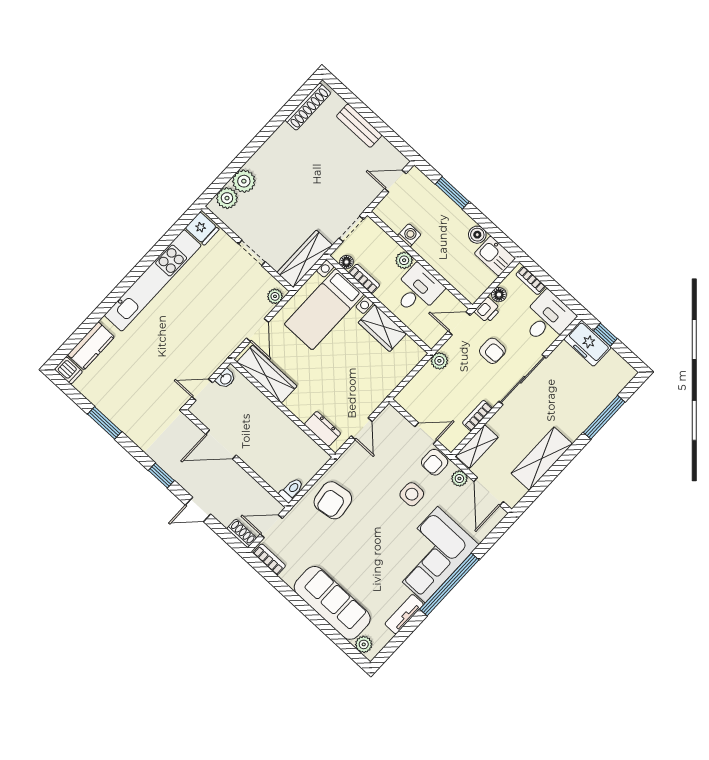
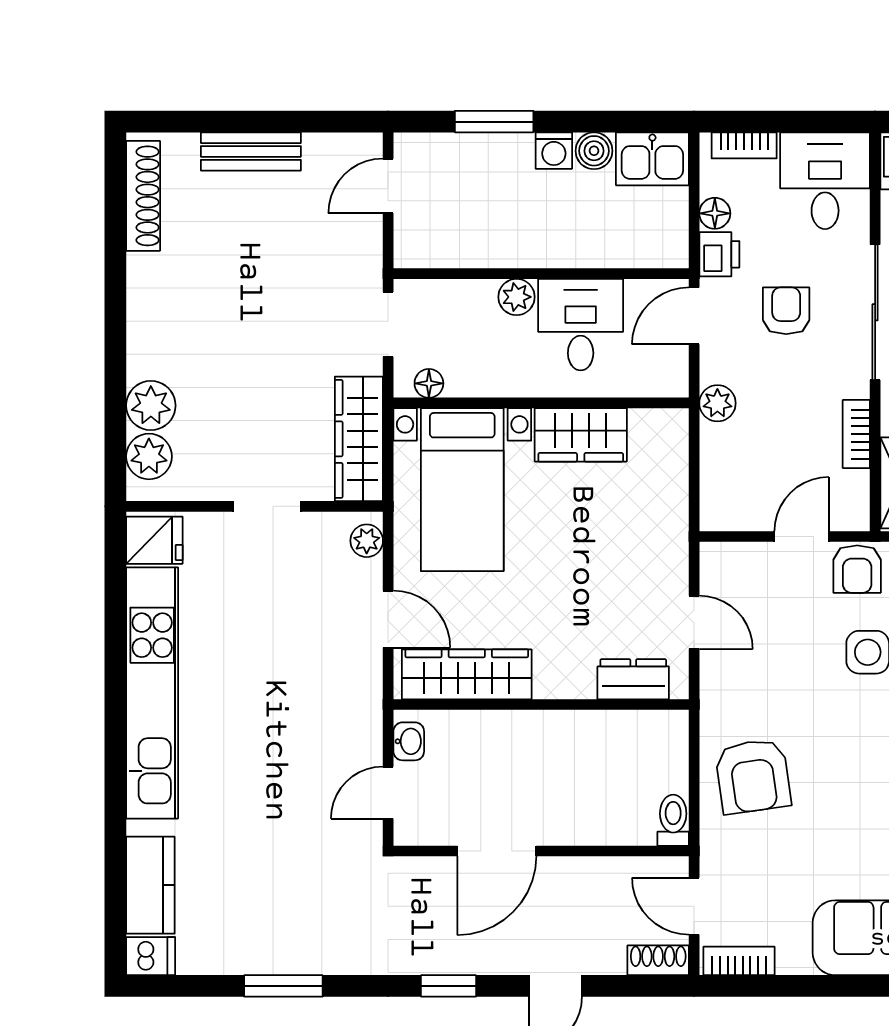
washing machine: (409, 235) -> (554, 151), moved, turned 180
bookcase: (364, 279) -> (481, 384), removed
armchair: (492, 351) -> (786, 311), turned -90
door: (271, 526) -> (694, 906), hinge flipped

